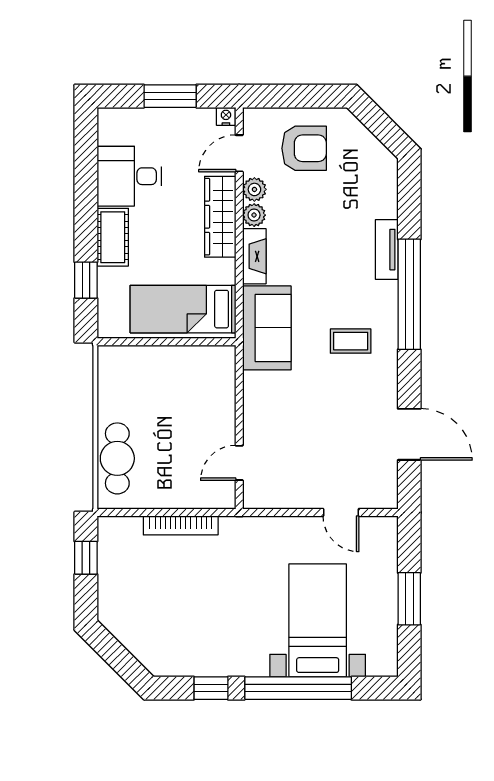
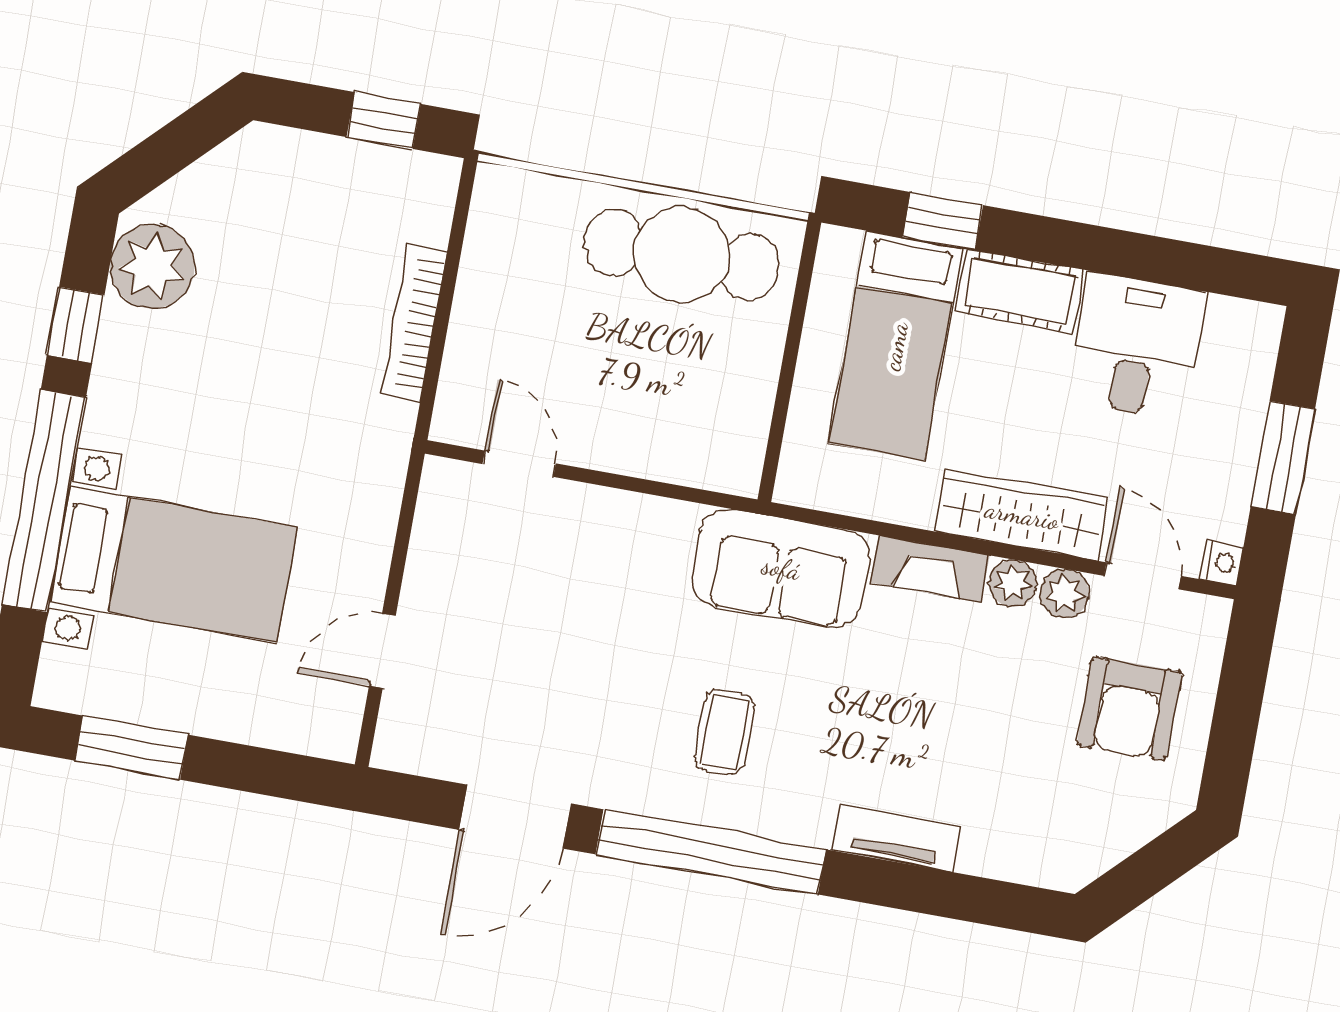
window: (409, 294) -> (711, 852), moved
bed: (183, 309) -> (895, 346), moved, turned 180
cafe table: (117, 458) -> (682, 255), moved, width x1.37, depth x1.35
window: (409, 599) -> (131, 748), moved
plant: (176, 656) -> (152, 266), added

